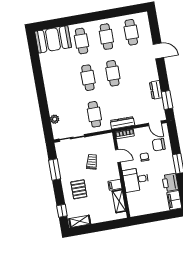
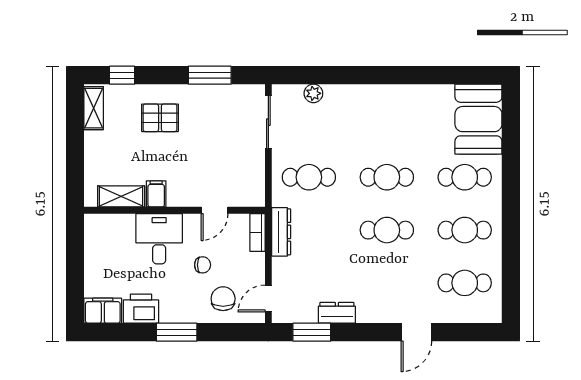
trolley: (92, 162) -> (212, 155), removed

